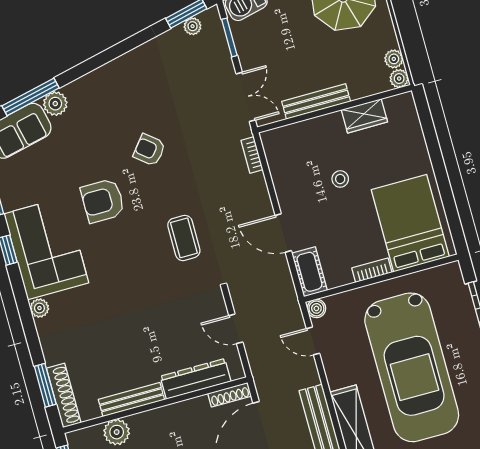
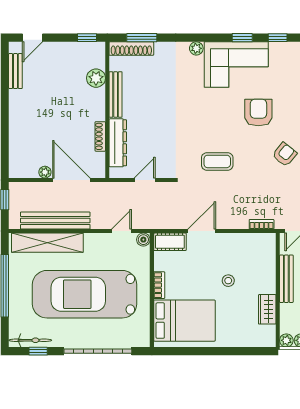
shoe rack: (230, 395) -> (100, 136), moved

